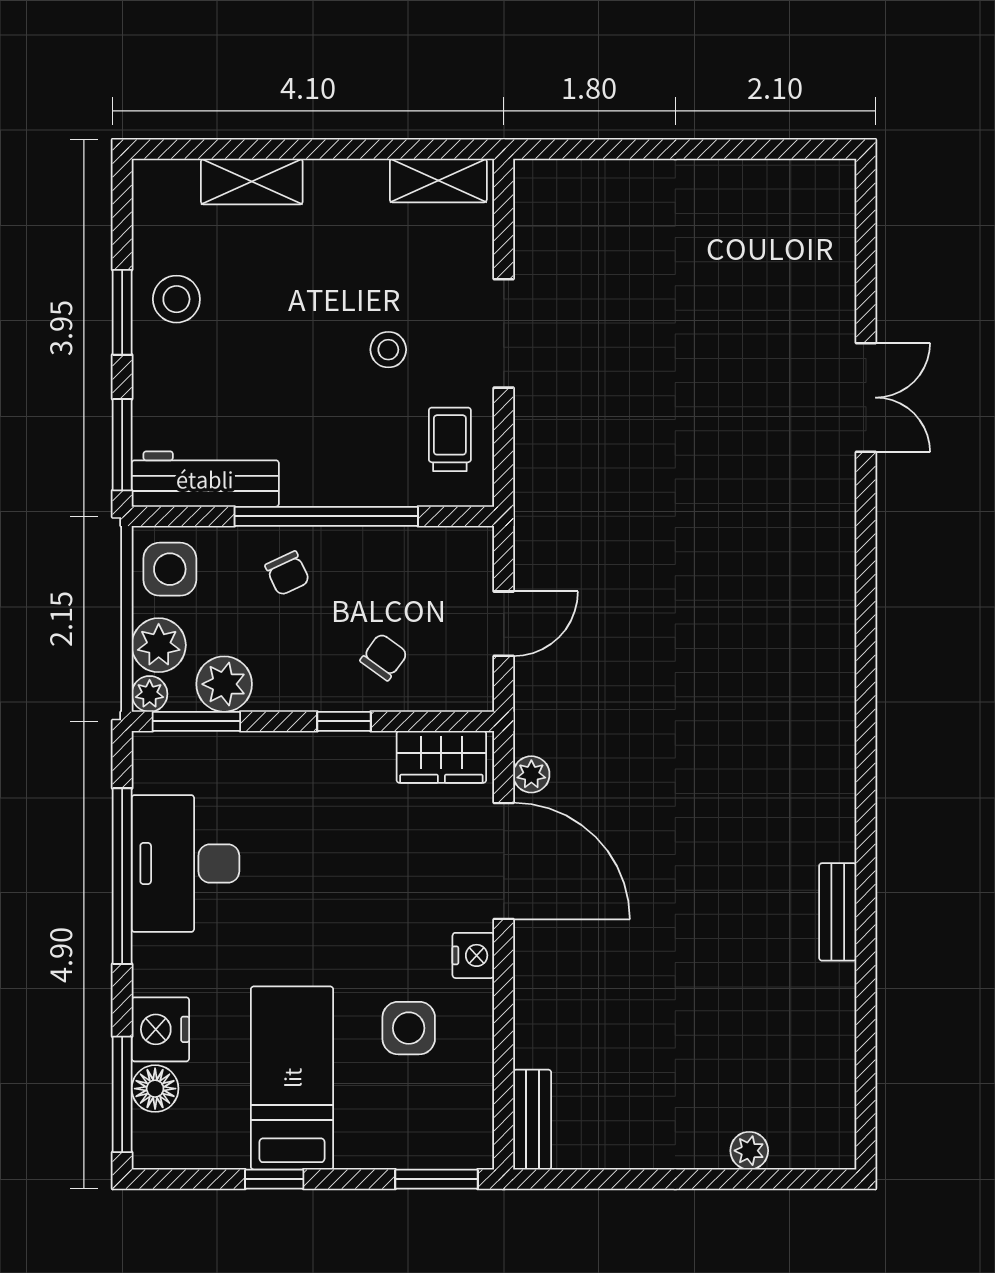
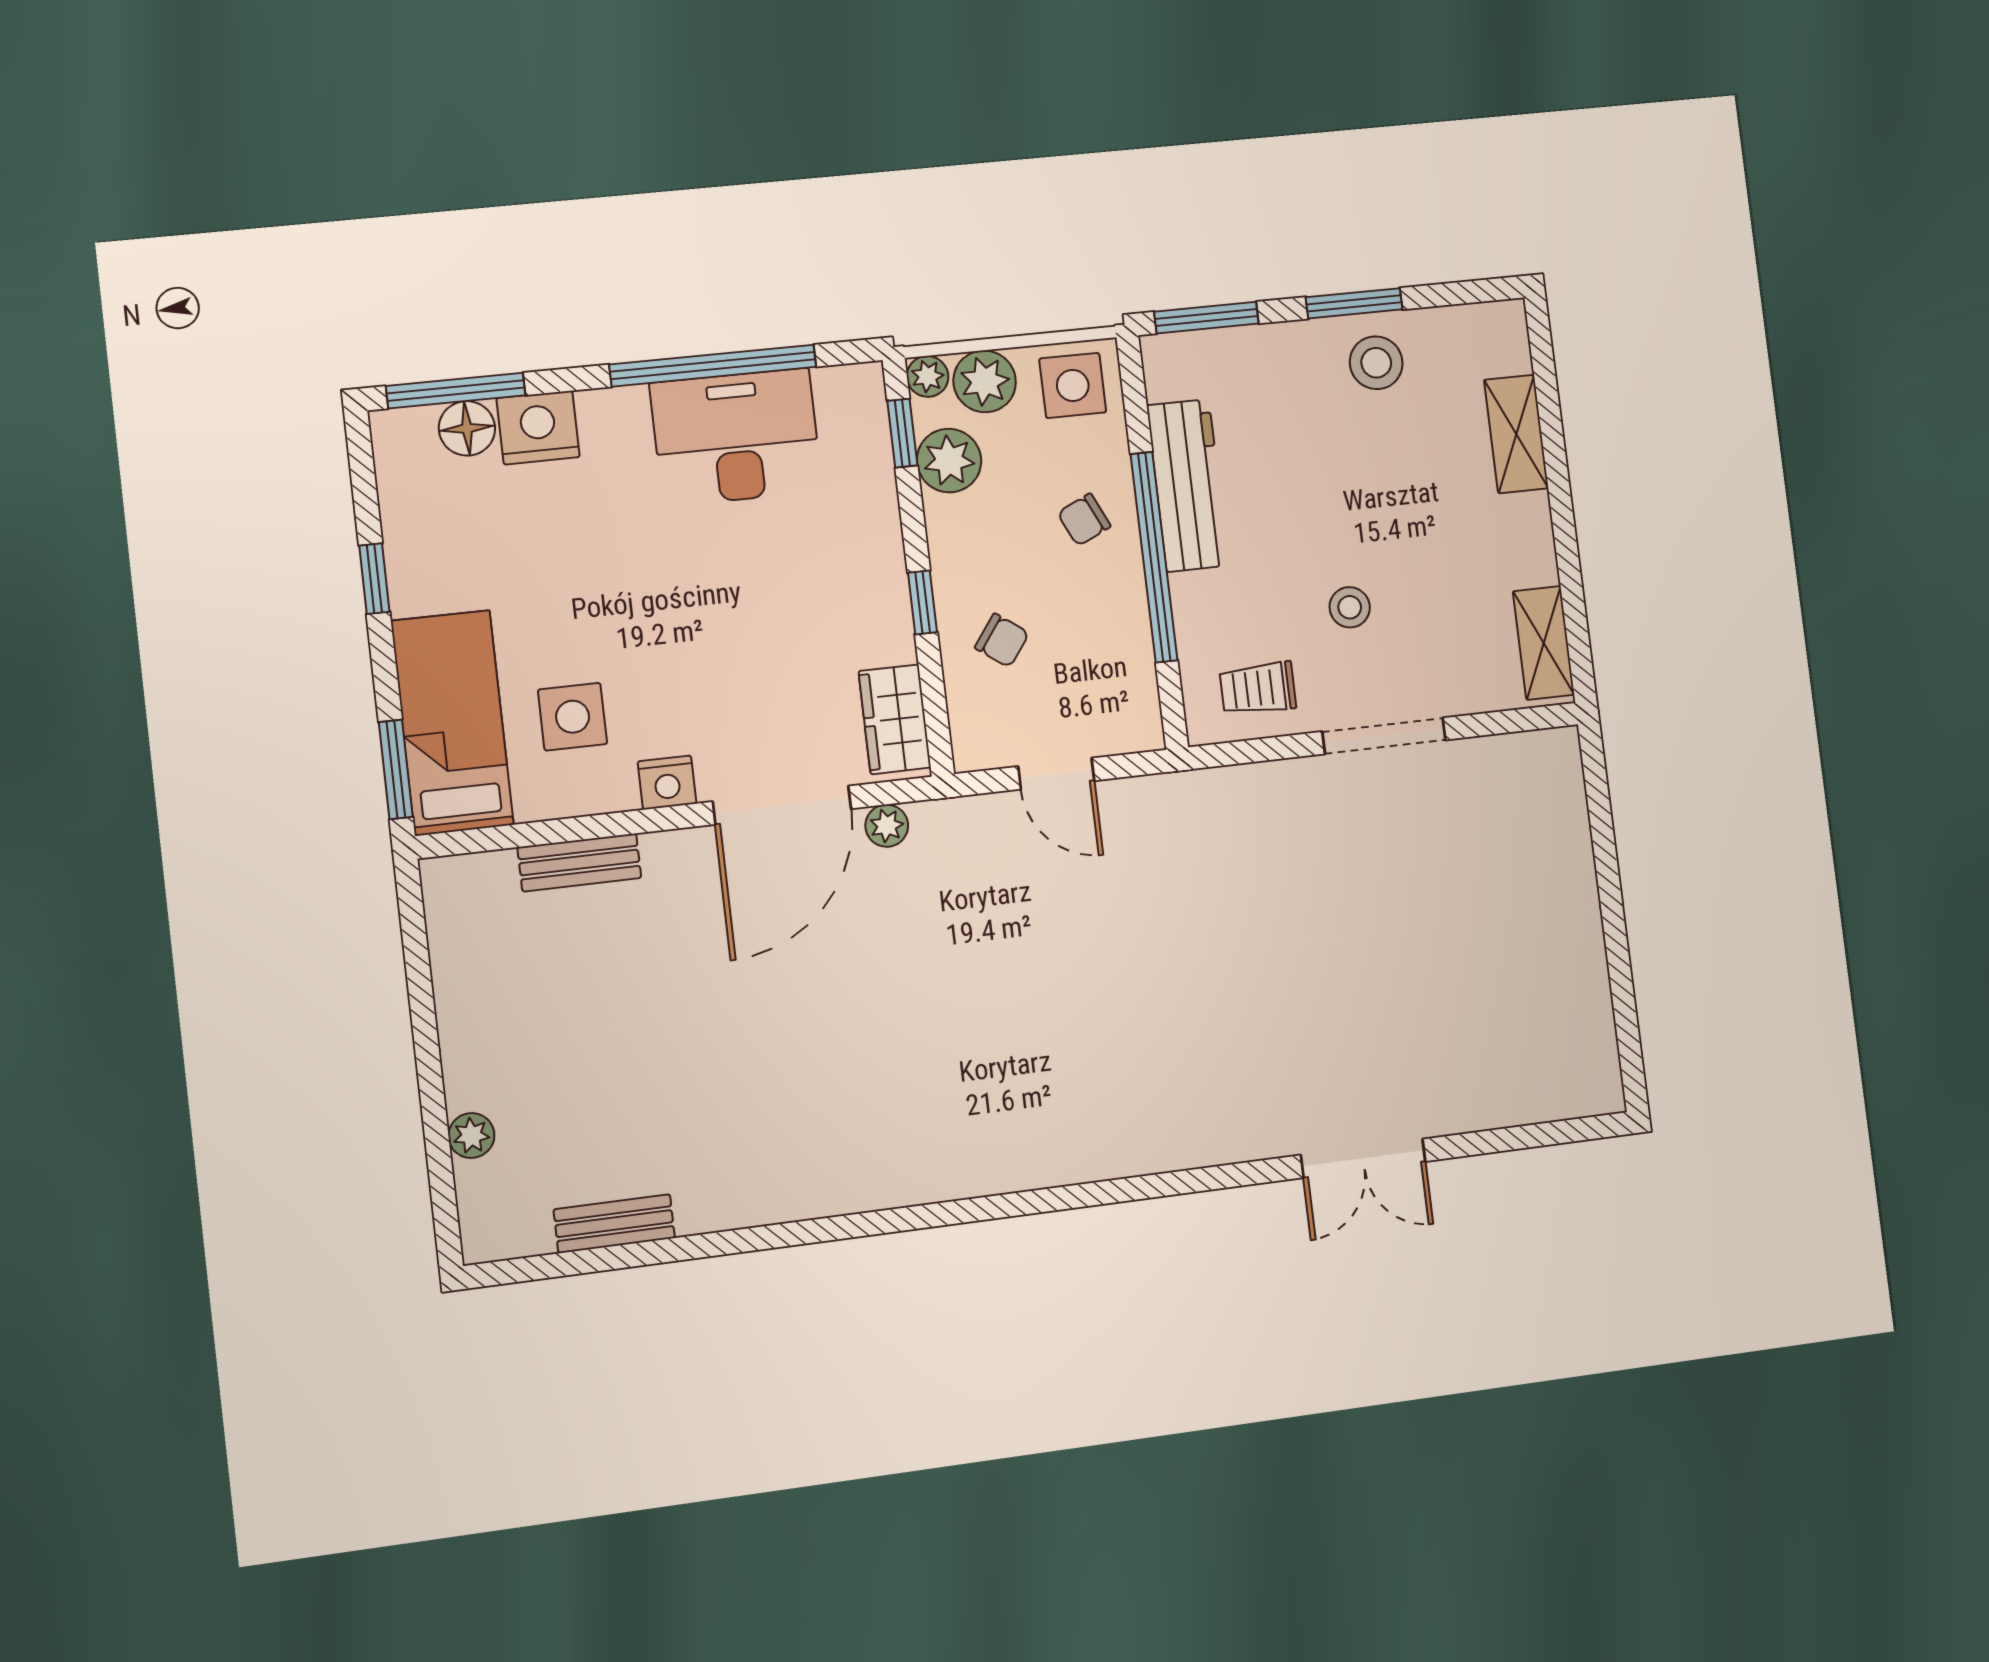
trolley: (450, 439) -> (1258, 688), turned 180
workbench: (205, 479) -> (1188, 485), moved
window: (196, 721) -> (902, 433), width x0.67
bench: (838, 912) -> (614, 1224), moved
bed: (292, 1078) -> (452, 723), moved, turned -90
bench: (532, 1120) -> (579, 863), moved

